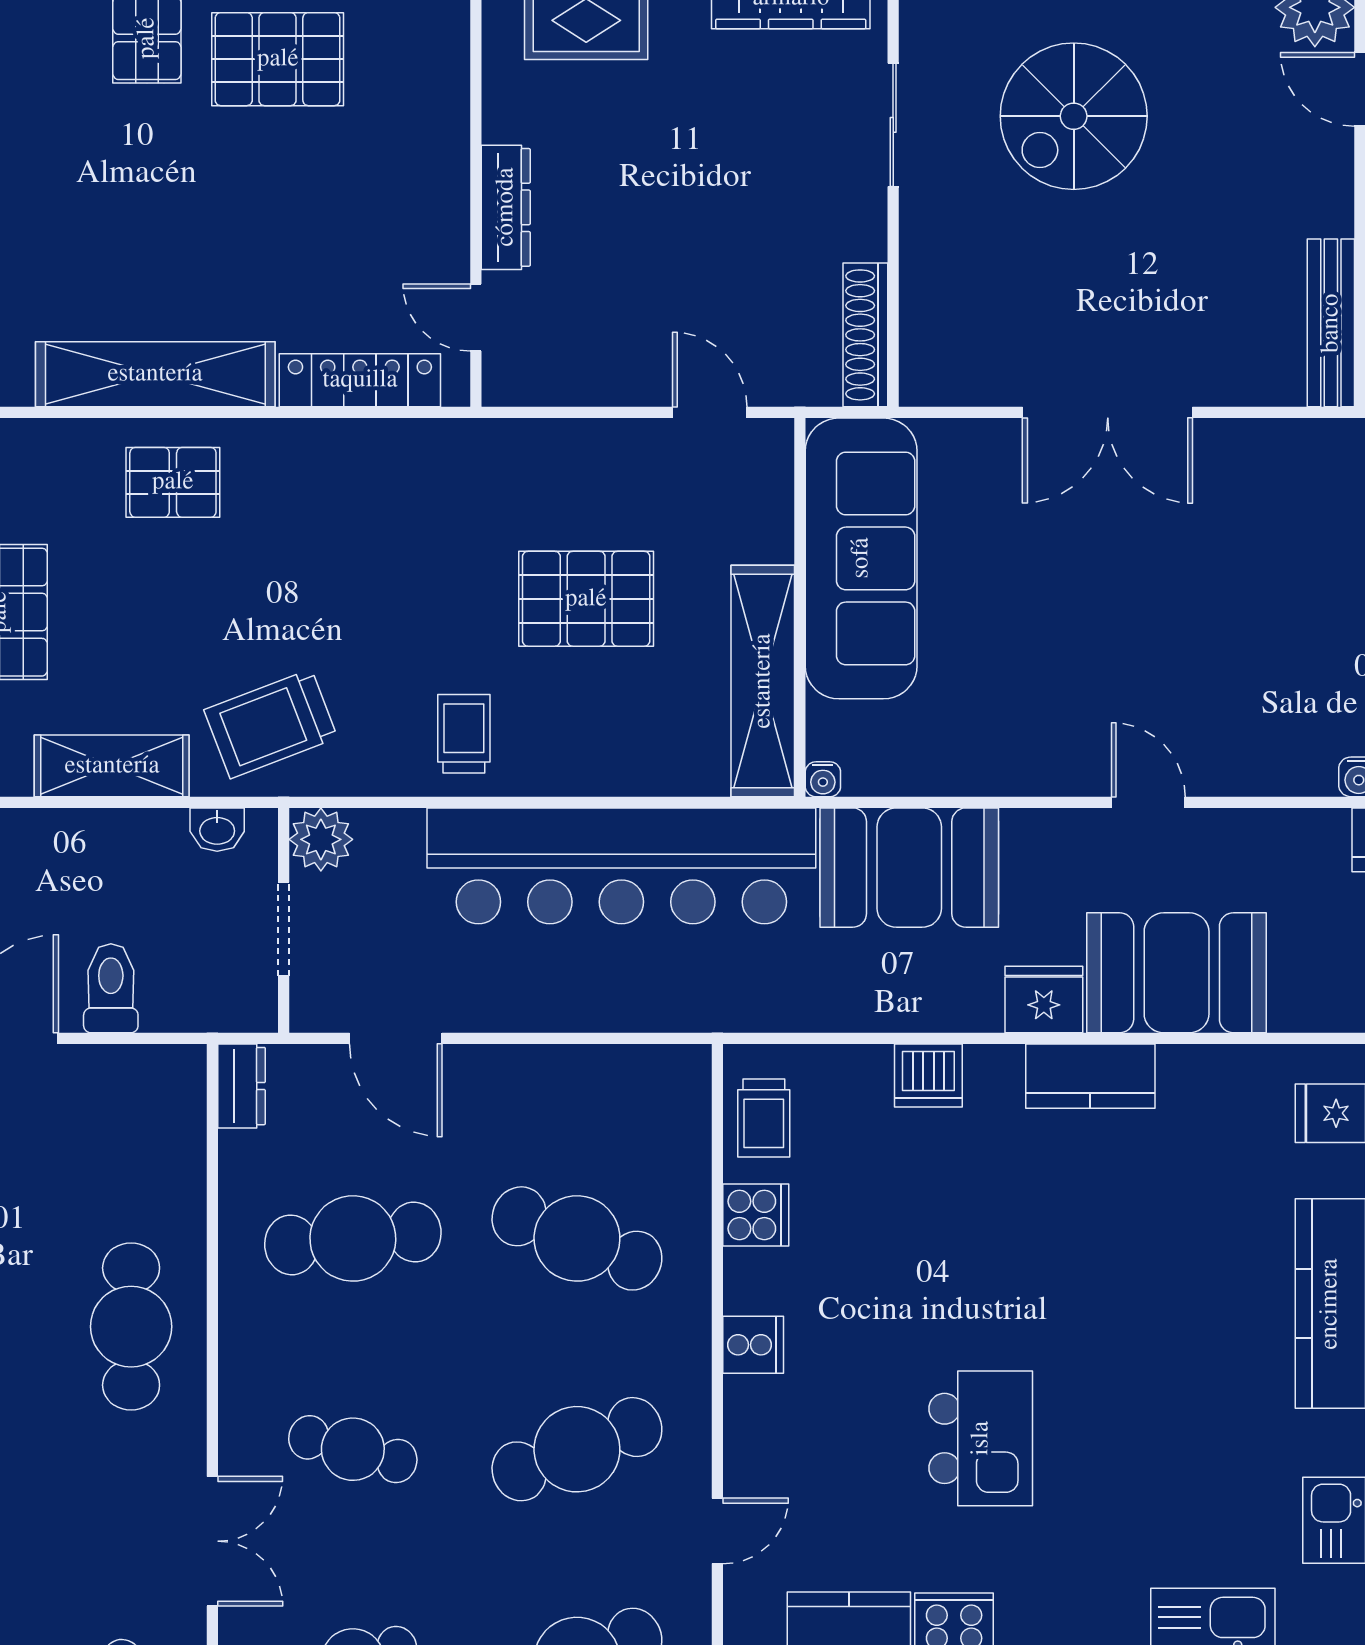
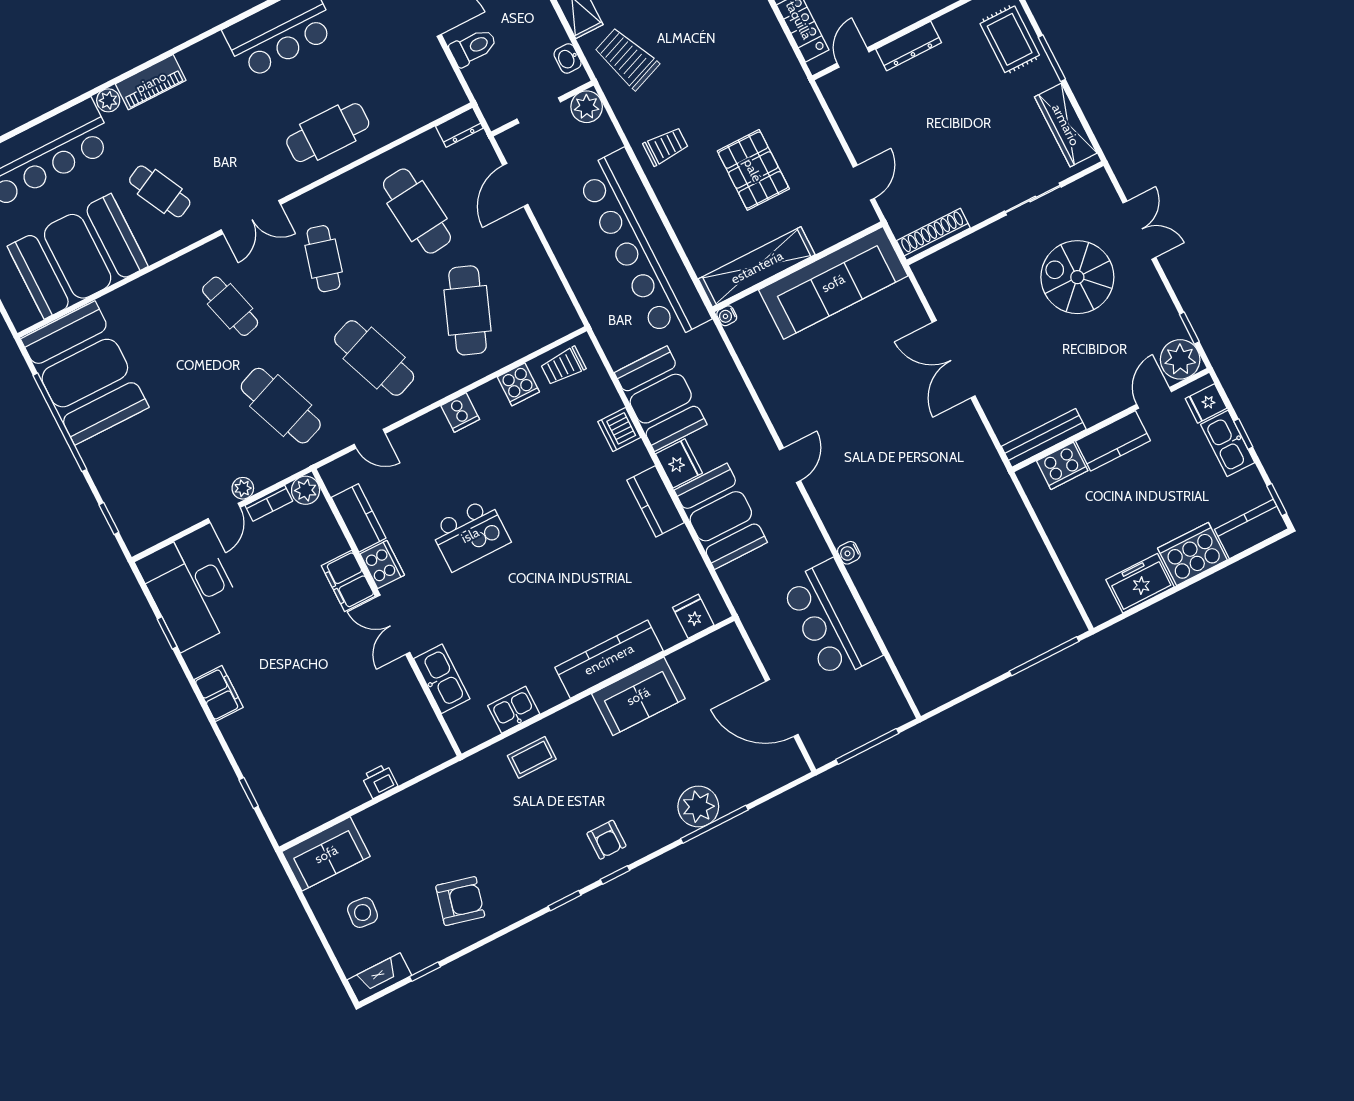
booth: (909, 868) -> (661, 399), moved

